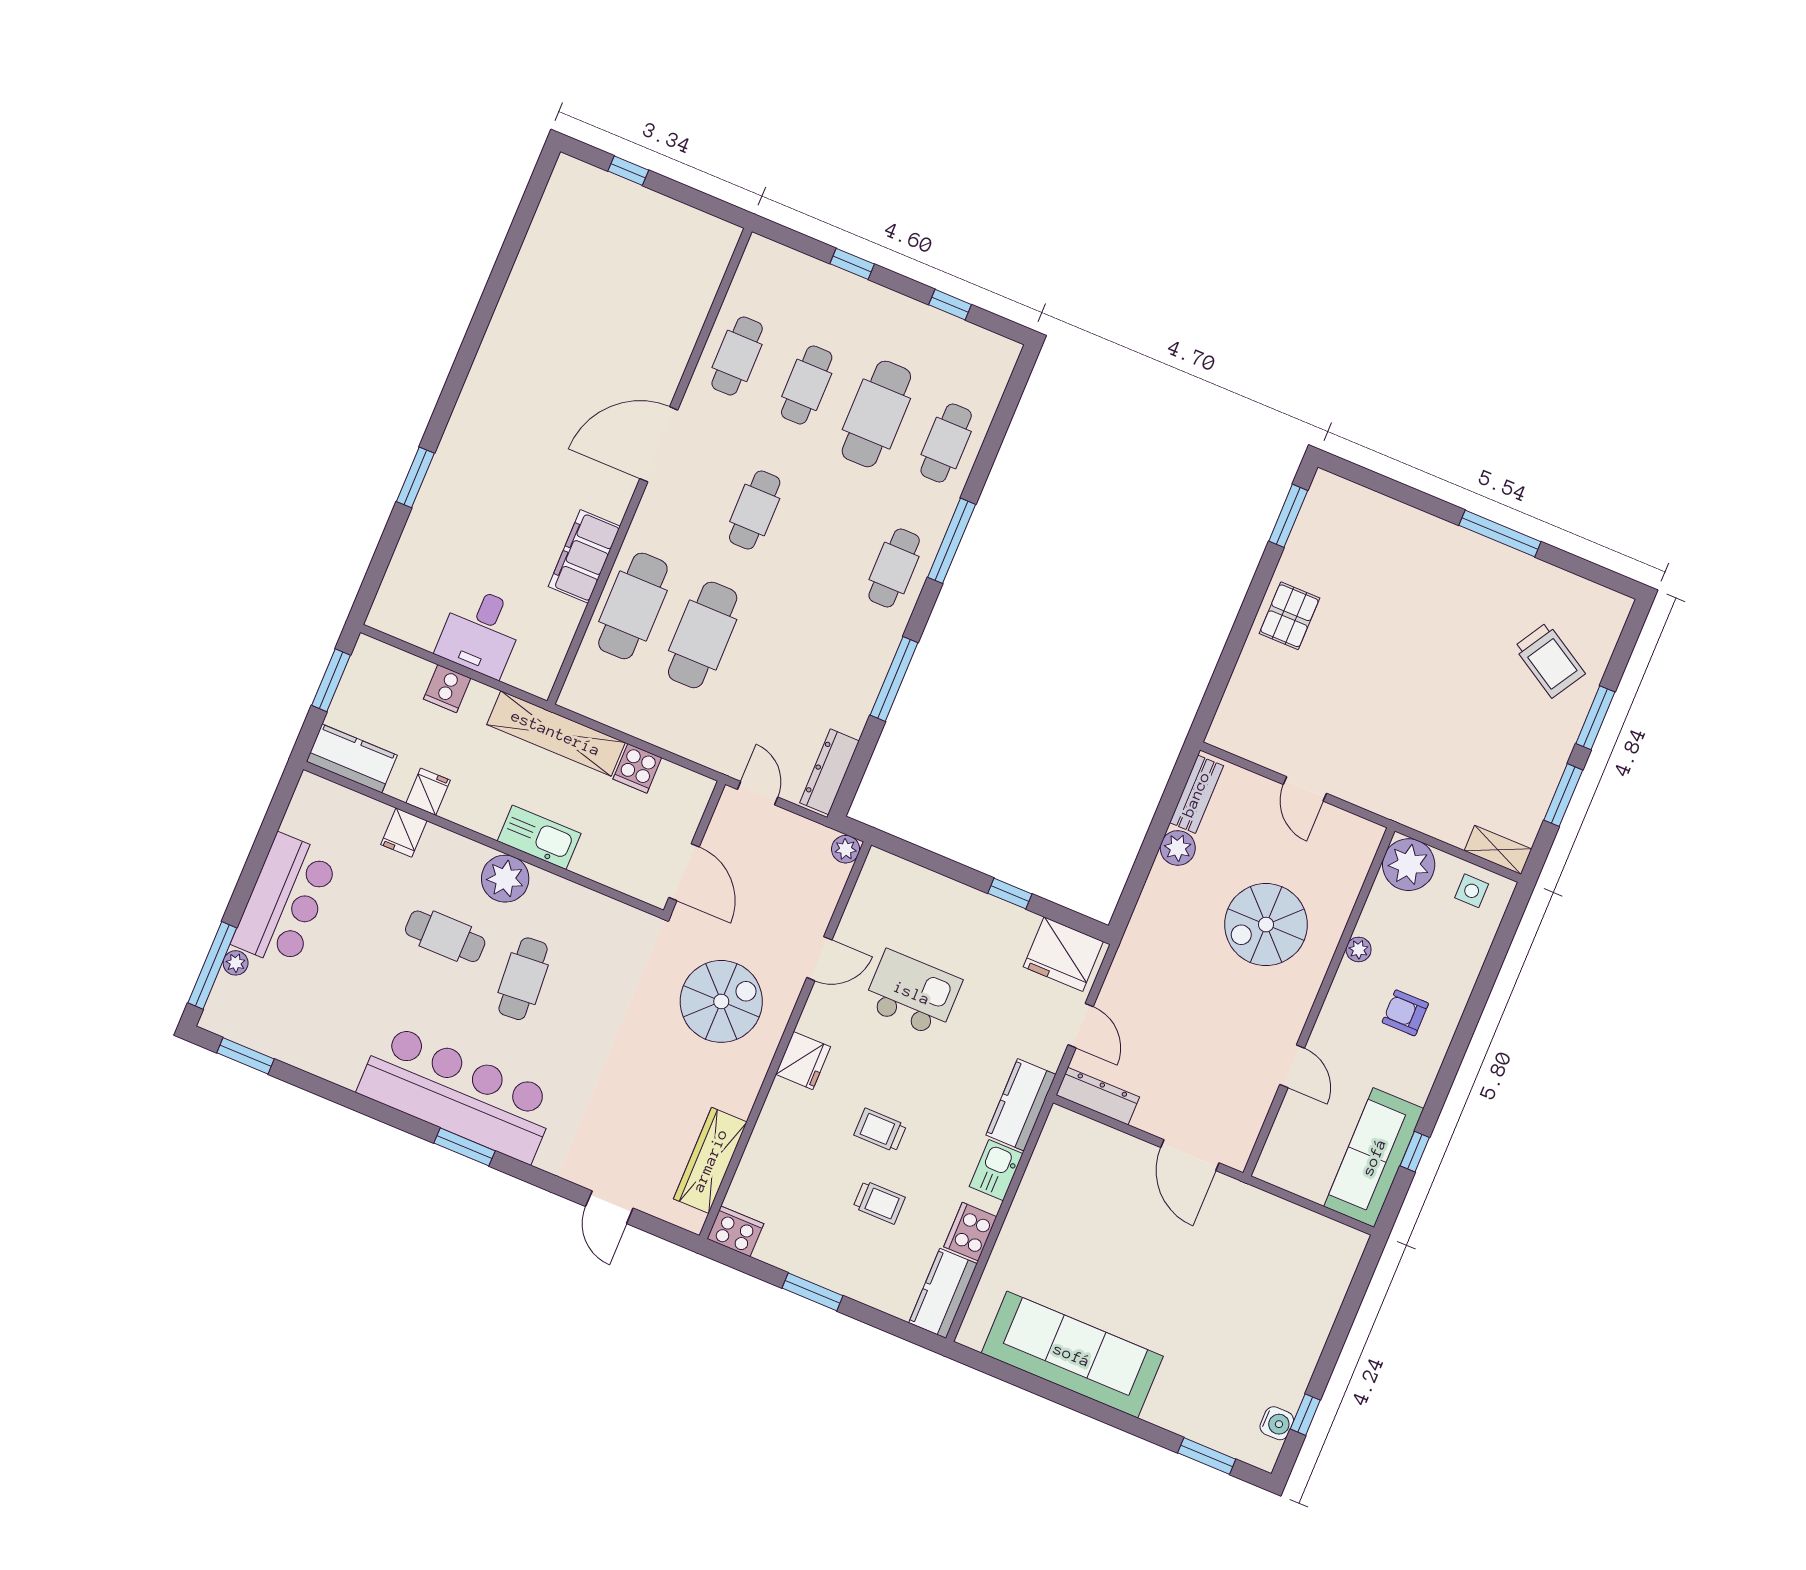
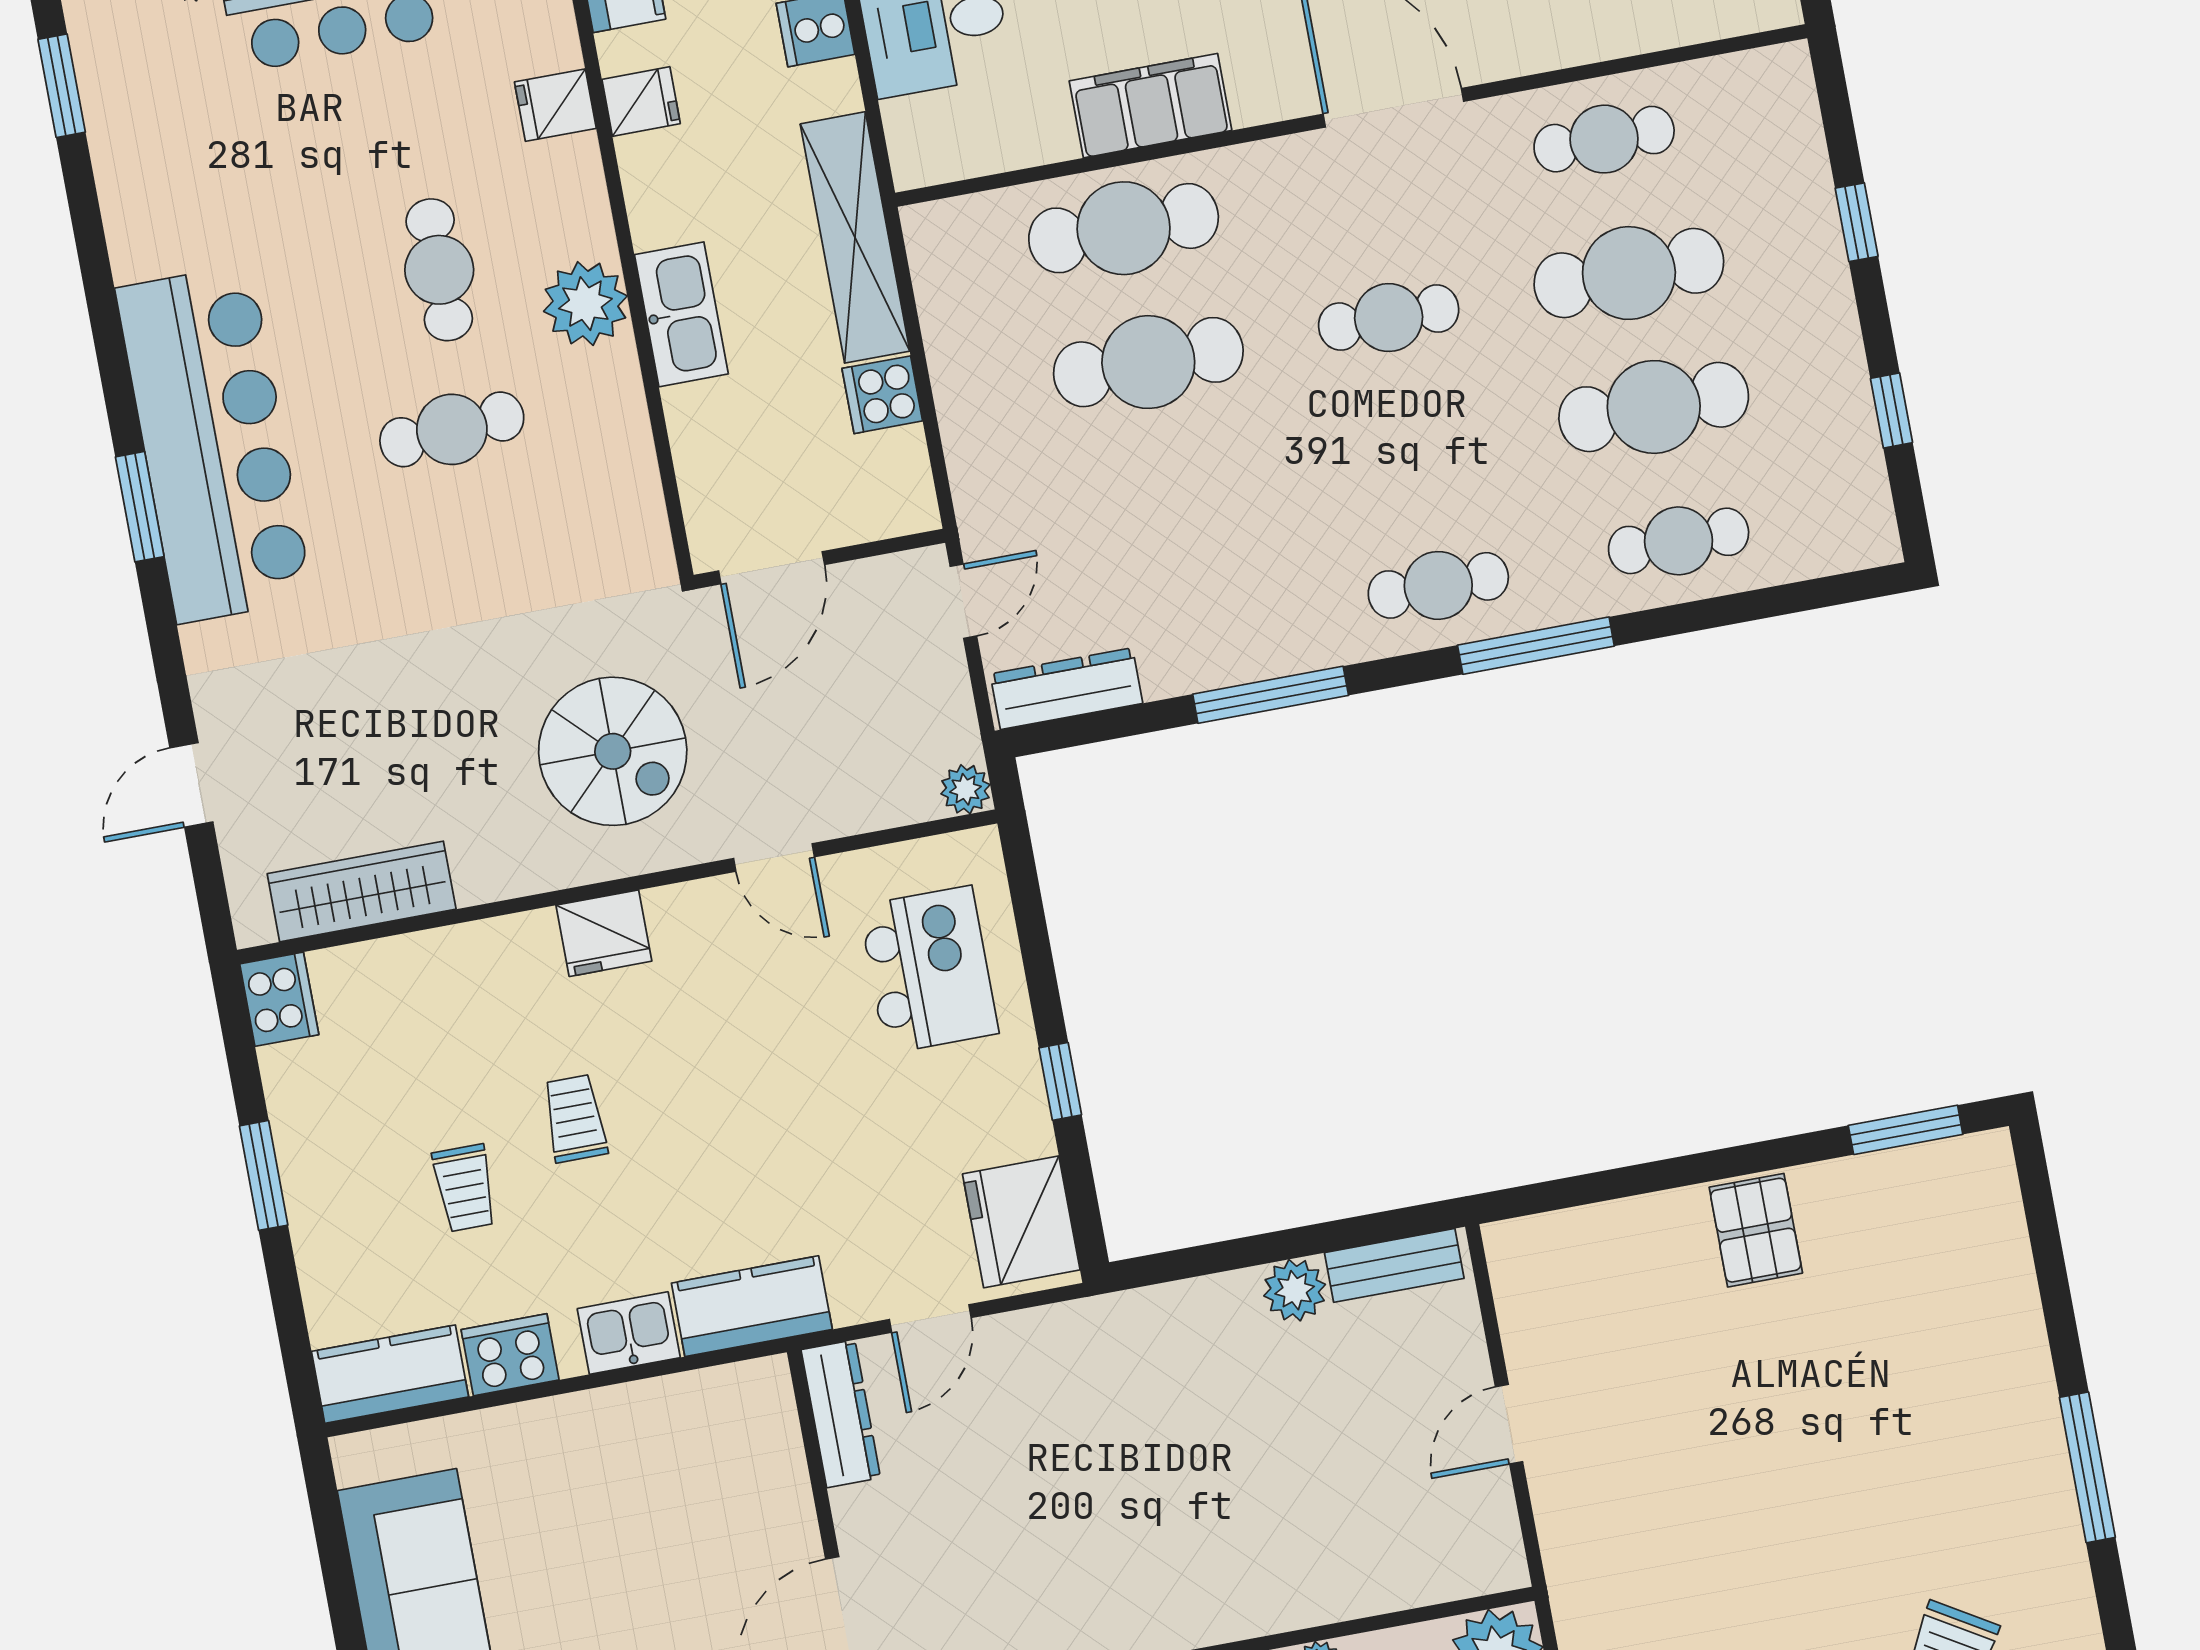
cafe table: (807, 385) -> (1629, 273), width x1.37, depth x1.35
pallet: (1289, 616) -> (1756, 1230), turned 90
spiral stairs: (1266, 925) -> (1266, 1499), removed
kitchen island: (912, 993) -> (929, 970), moved

